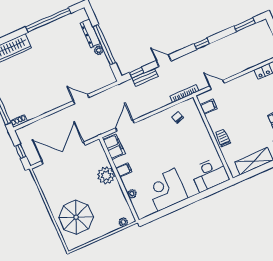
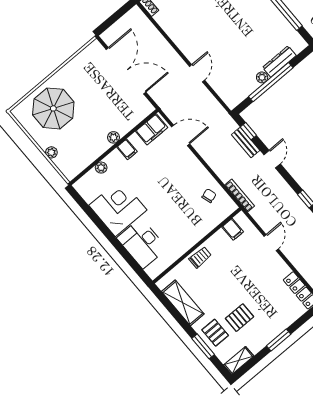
door: (217, 85) -> (271, 243), moved
window: (21, 151) -> (113, 19), removed
desk: (210, 174) -> (142, 243), moved
plant: (106, 175) -> (114, 137), width x0.53, depth x0.53
plant: (123, 222) -> (51, 152), moved

